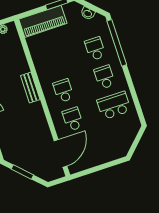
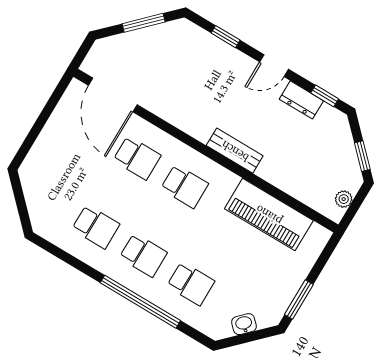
piano: (43, 21) -> (269, 215), moved, turned -90
window: (117, 43) -> (140, 302), moved
school desk: (114, 105) -> (96, 227), width x0.54

